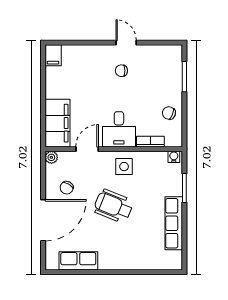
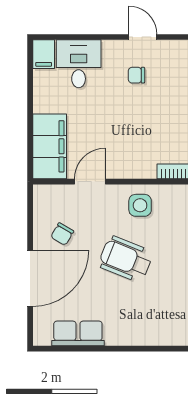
desk: (119, 129) -> (79, 64), moved, turned 180
plant: (51, 157) -> (41, 193), removed

